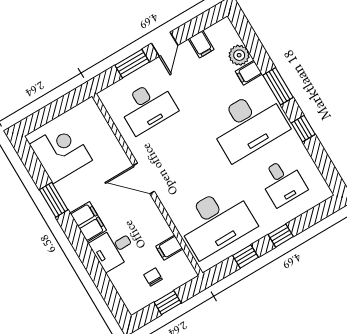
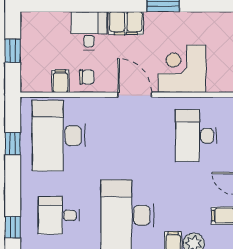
corner desk: (61, 152) -> (182, 69), moved, turned 180
door: (144, 179) -> (135, 95), hinge flipped
window: (281, 236) -> (13, 227), moved
chair: (153, 277) -> (87, 77), moved

